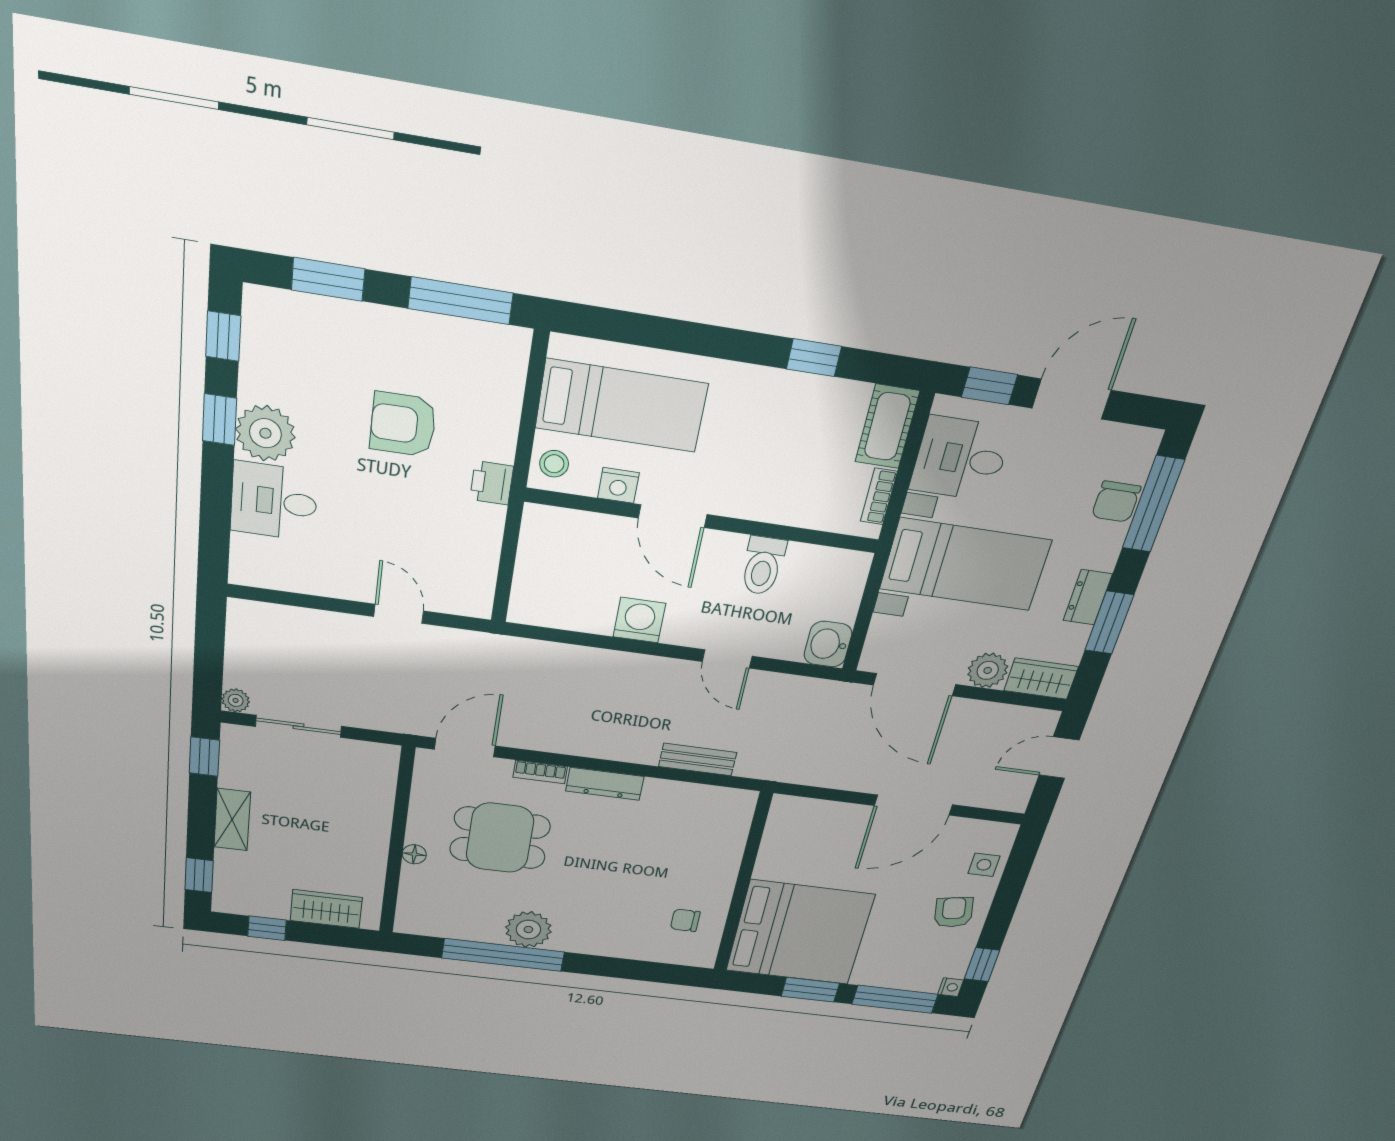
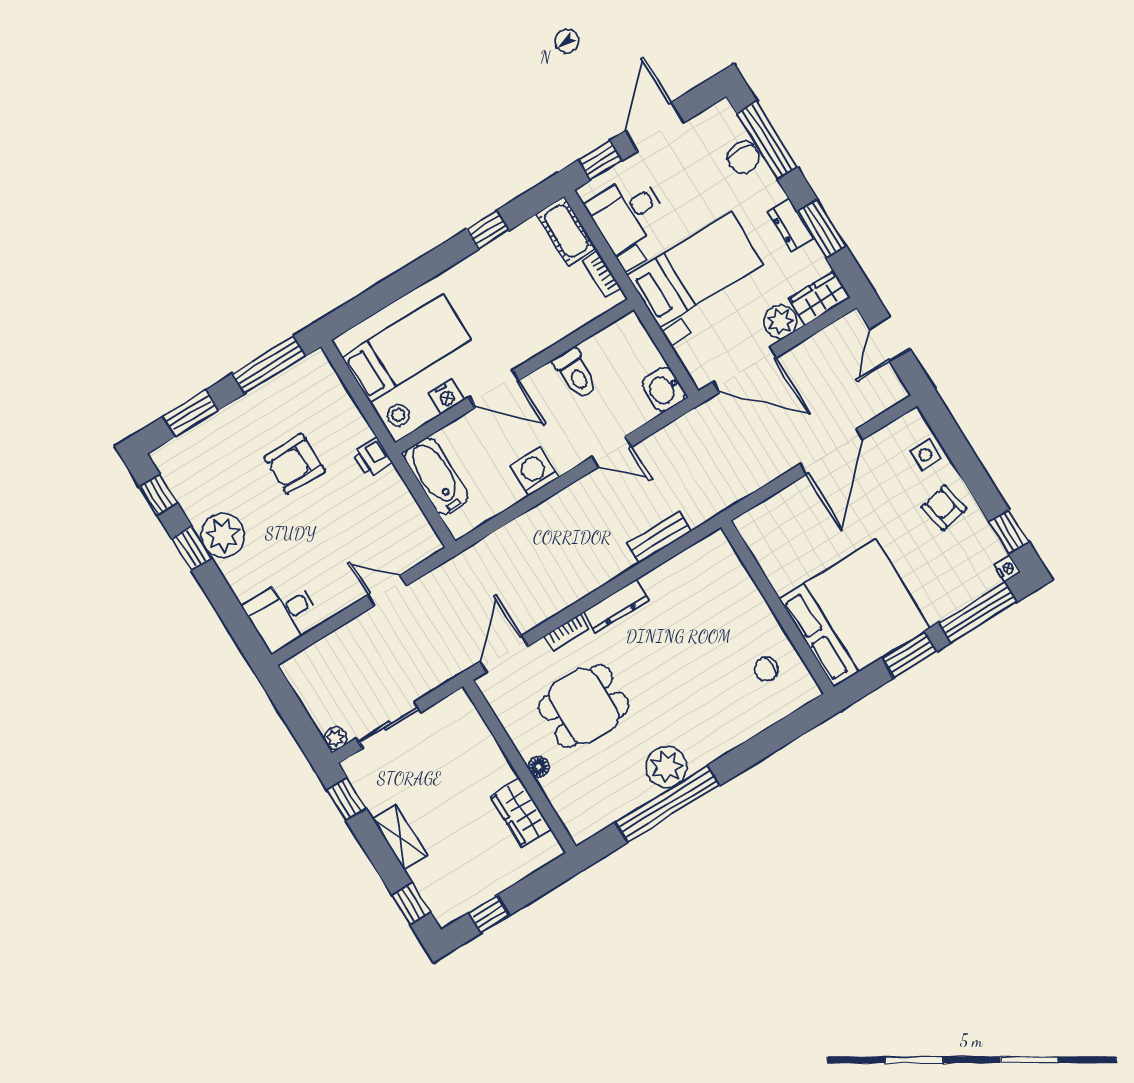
desk: (274, 501) -> (283, 614), moved
bathtub: (540, 550) -> (436, 476), added
wardrobe: (326, 909) -> (521, 813), moved, turned -90

